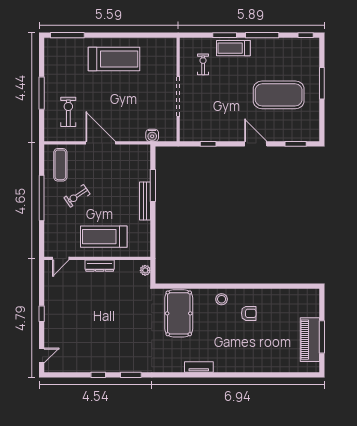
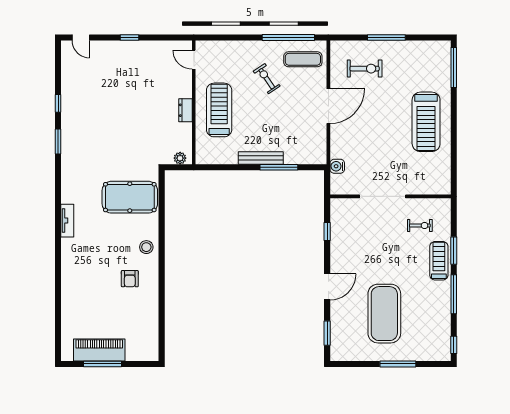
window: (42, 198) -> (288, 38), moved
dresser: (100, 266) -> (185, 110), width x0.70

